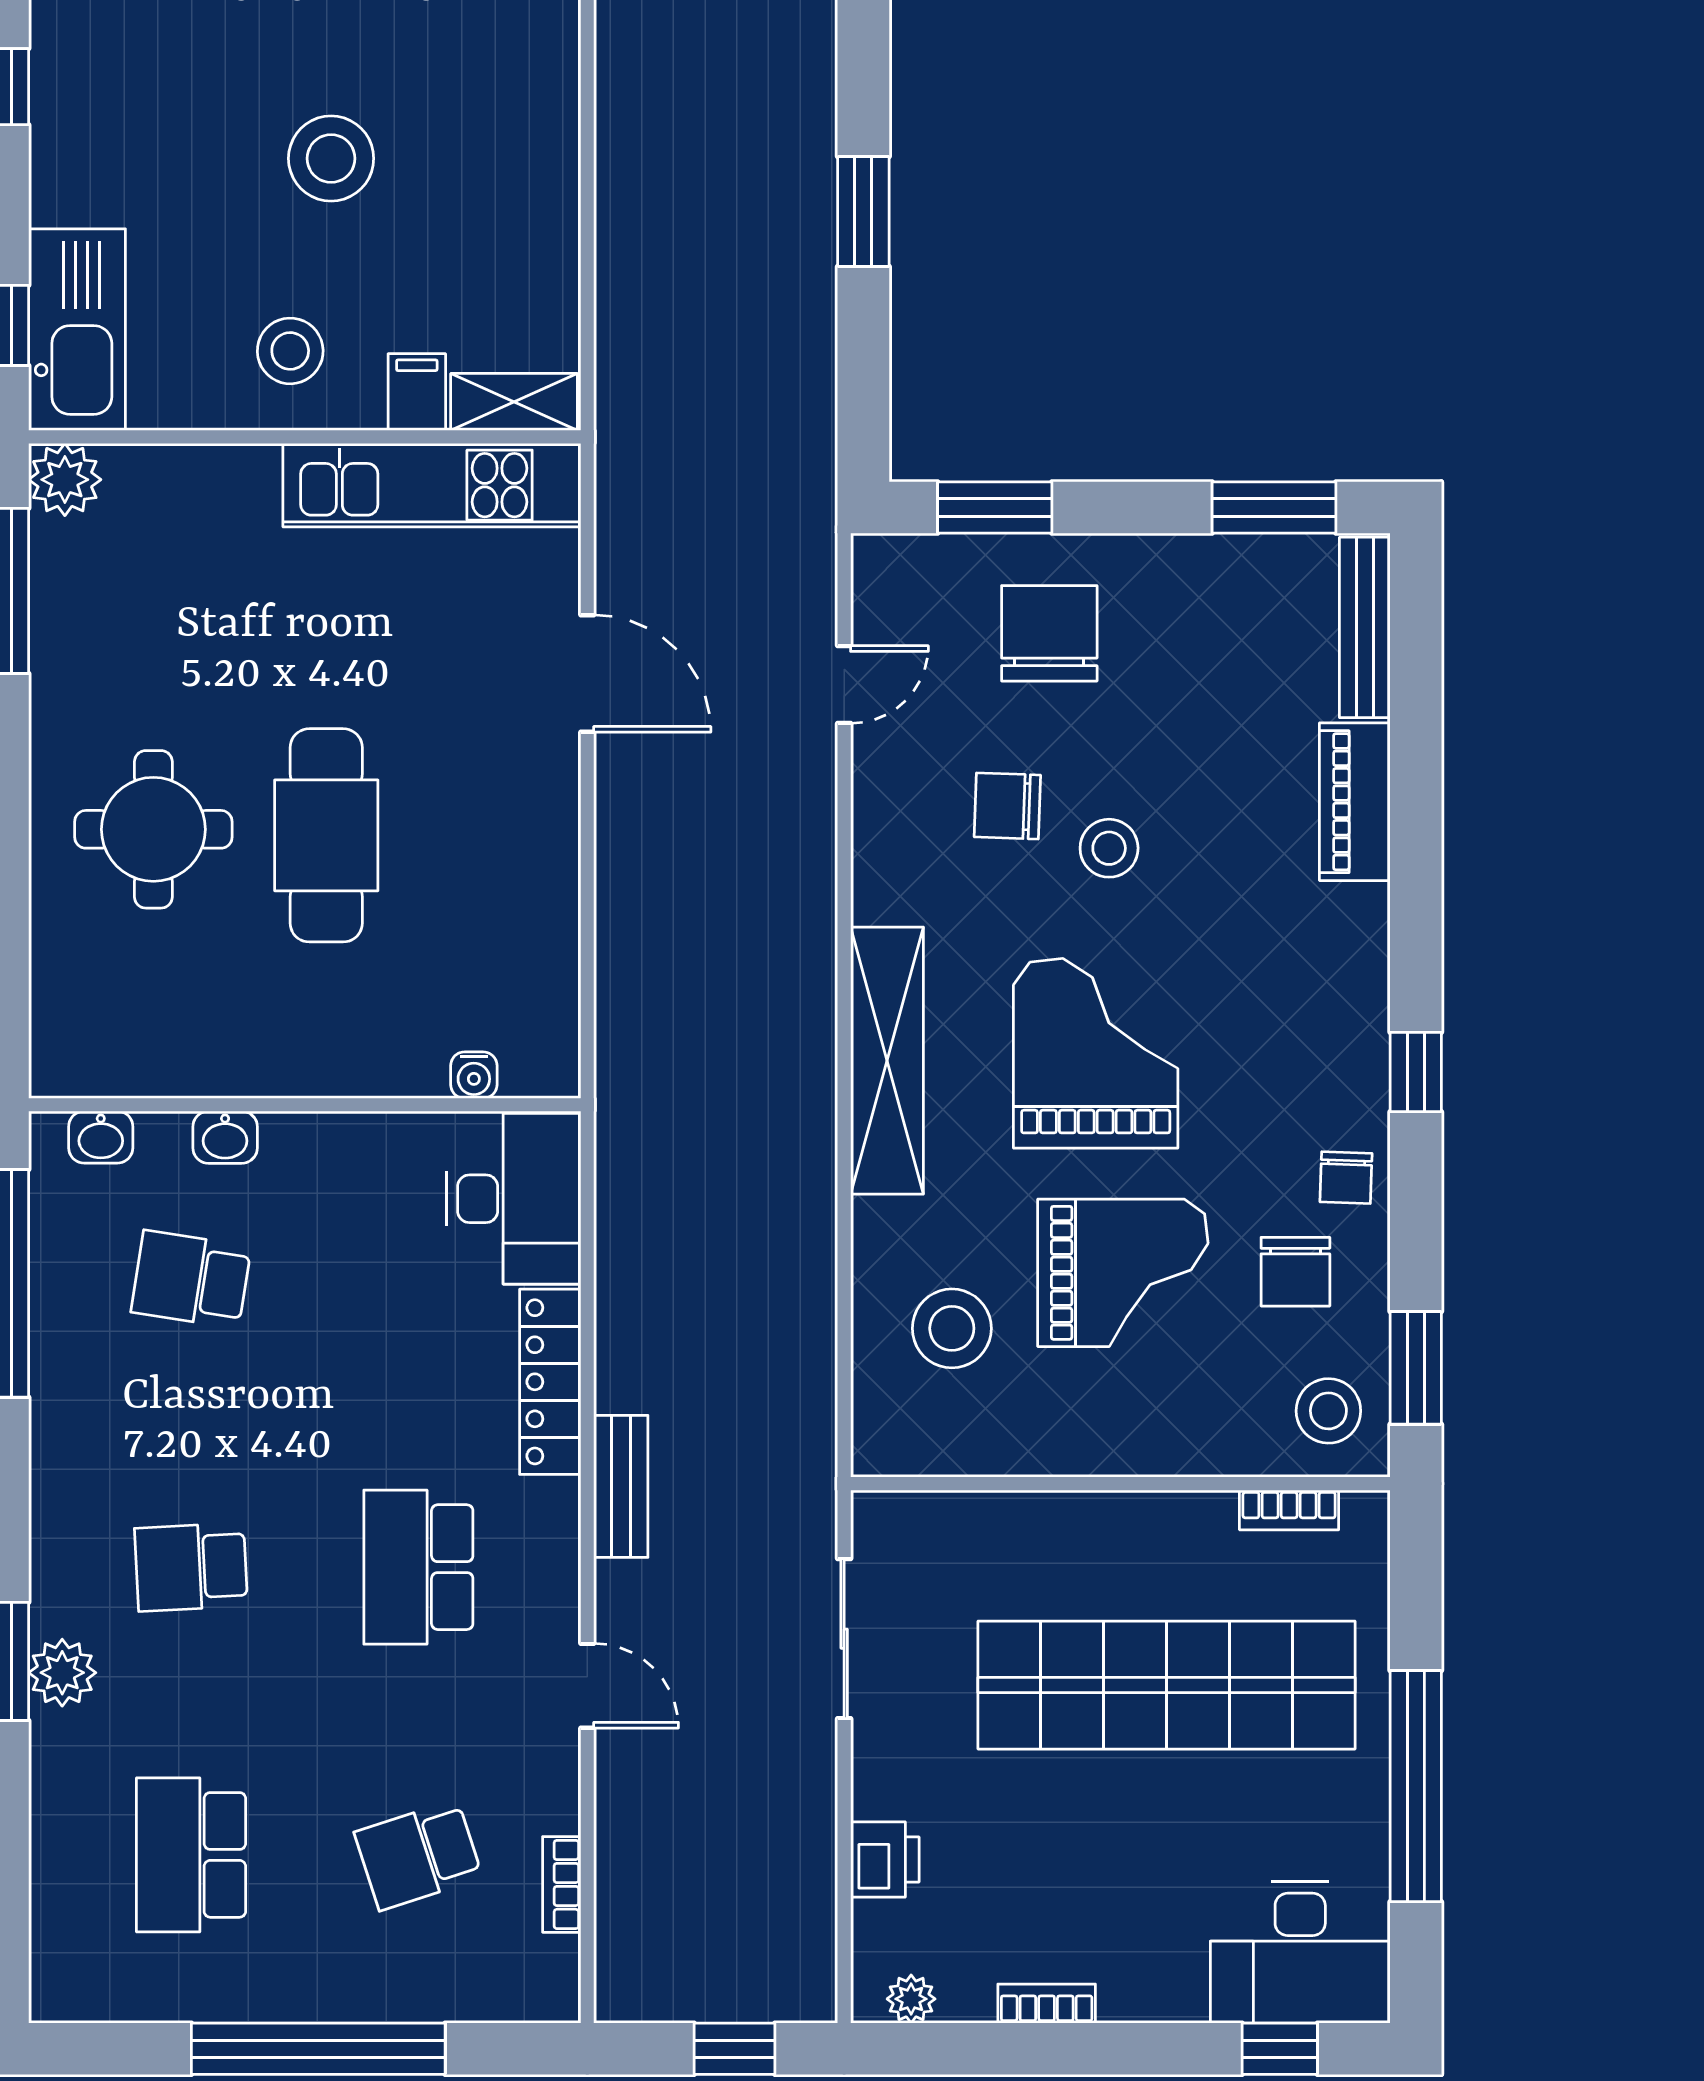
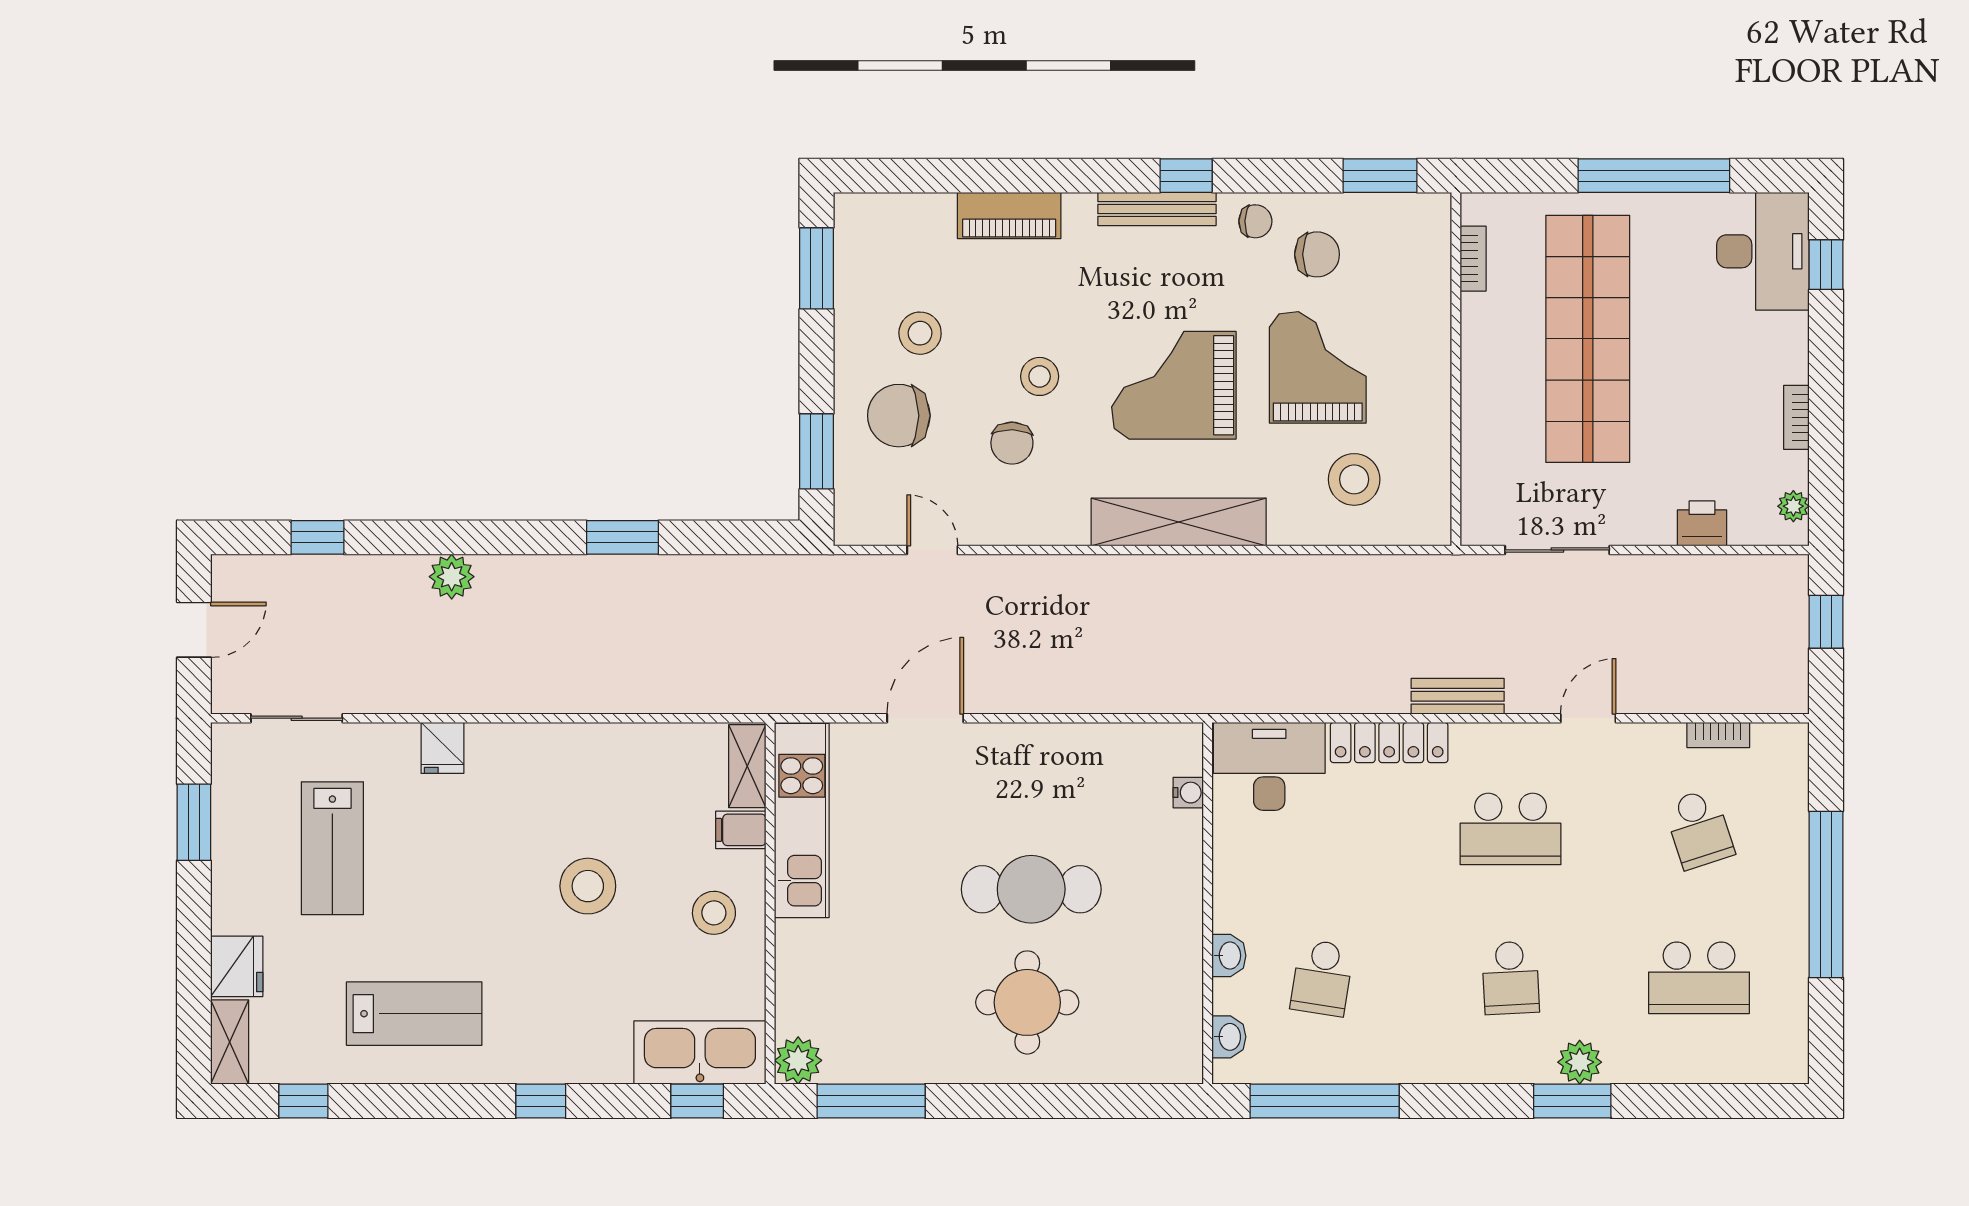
bench: (1365, 627) -> (1157, 209), moved
stool: (1328, 1411) -> (920, 333), moved

